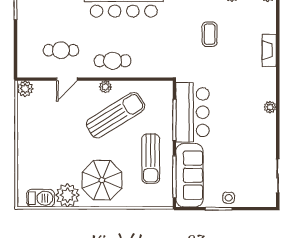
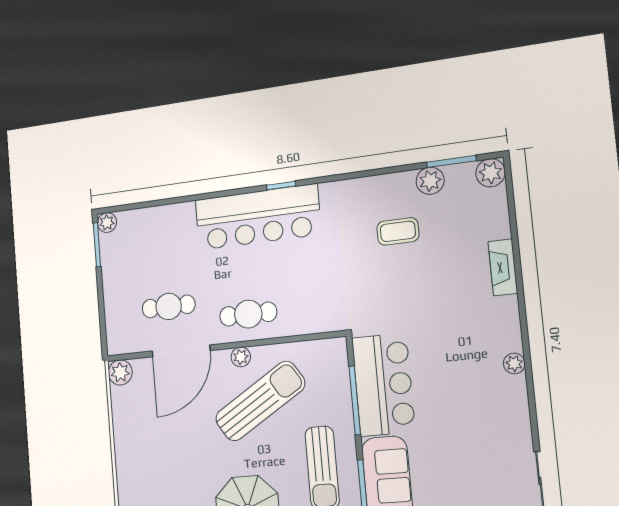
coffee table: (210, 34) -> (398, 231), moved, turned 90
door: (67, 79) -> (181, 351), width x1.87

